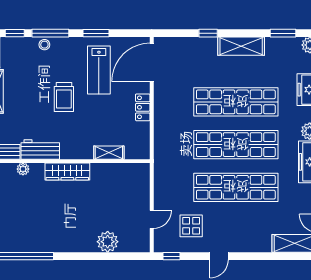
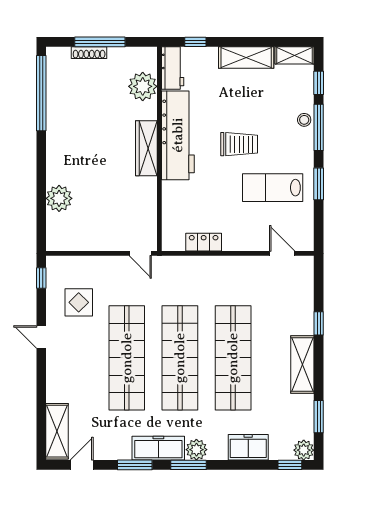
door: (152, 62) -> (282, 253), width x0.53
trolley: (64, 97) -> (239, 144), turned 180
locker: (143, 107) -> (204, 242), moved
workbench: (40, 149) -> (178, 135), width x1.88, depth x1.32
shelving: (109, 153) -> (170, 200), removed
plant: (23, 169) -> (143, 86), width x1.88, depth x1.88
door: (152, 219) -> (140, 253), moved

